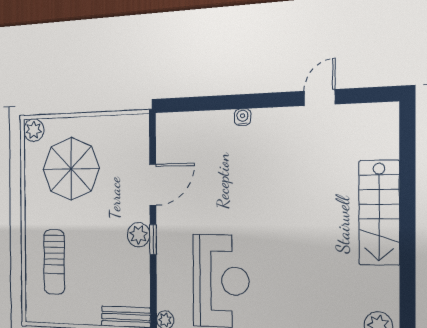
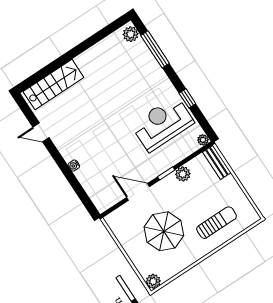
parasol: (71, 169) -> (164, 231), moved
stairs: (379, 213) -> (53, 84), moved
plant: (139, 235) -> (183, 174), moved

